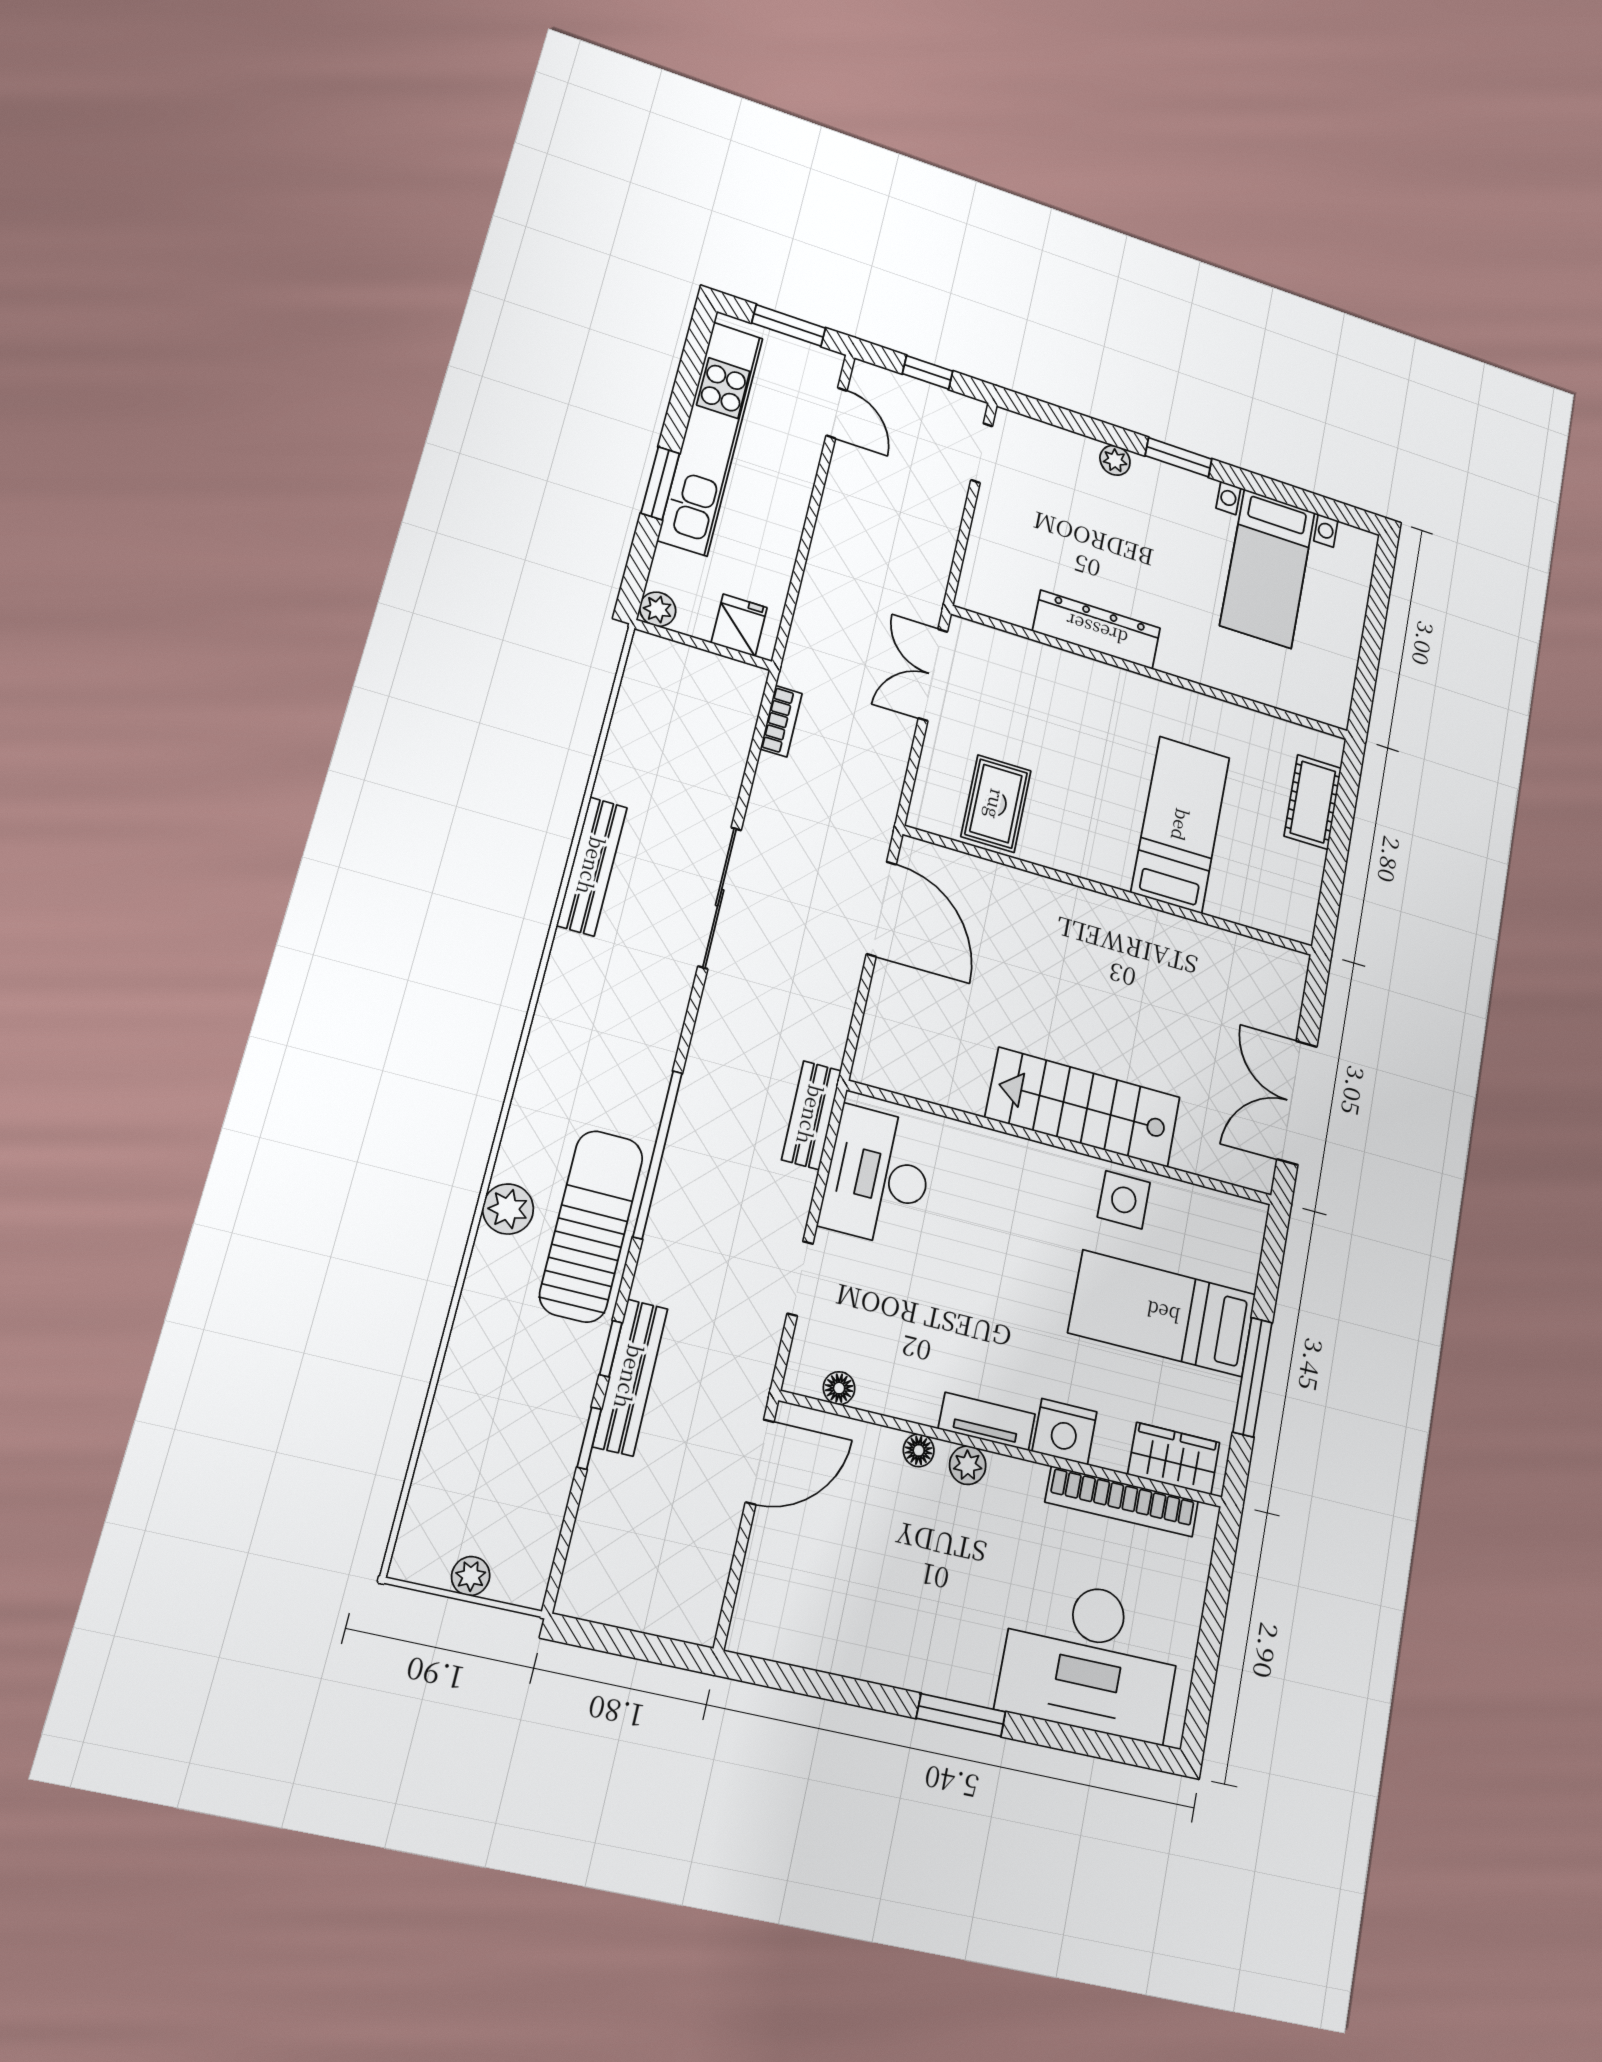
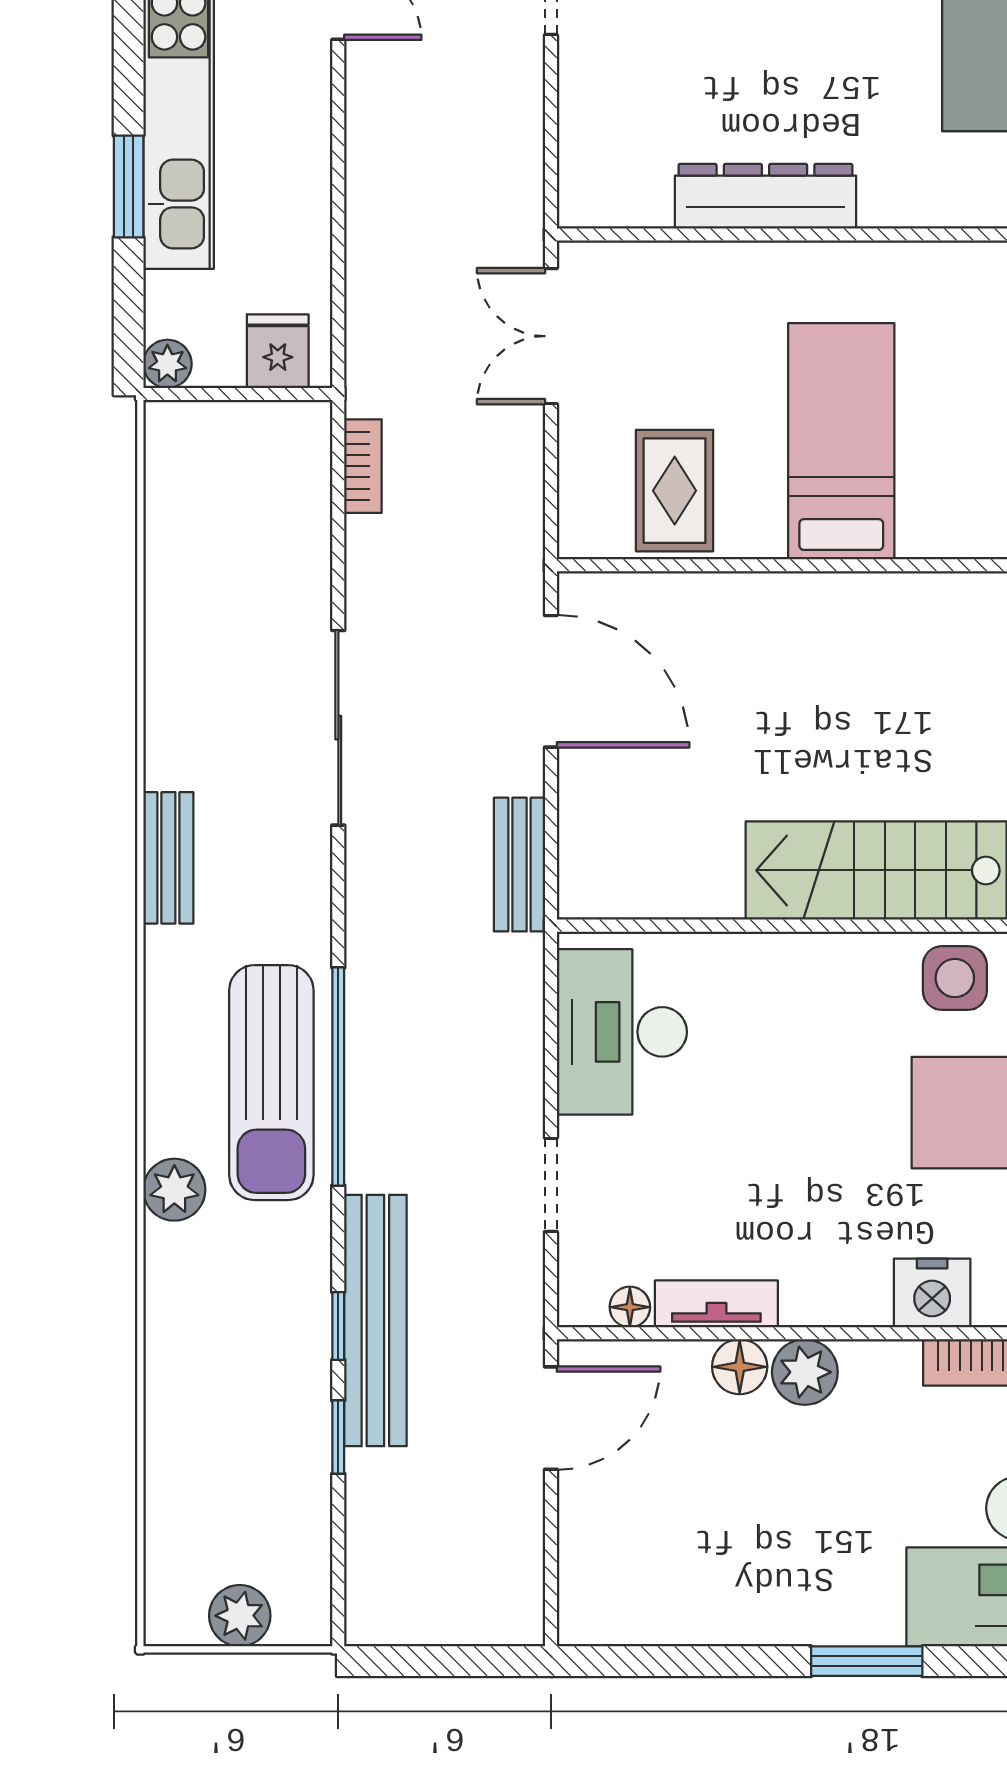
bed: (1181, 825) -> (841, 441), moved
bench: (592, 866) -> (168, 858), moved, width x0.73
bench: (811, 1115) -> (520, 865), moved
sun lounger: (591, 1226) -> (271, 1083), moved, turned 180
bench: (630, 1377) -> (375, 1321), width x1.37, depth x1.21
tv unit: (987, 1421) -> (716, 1304), moved
floor lamp: (919, 1450) -> (740, 1367), width x1.37, depth x1.37
plant: (968, 1465) -> (805, 1372), width x1.38, depth x1.38
plant: (471, 1576) -> (240, 1616), width x1.38, depth x1.38

